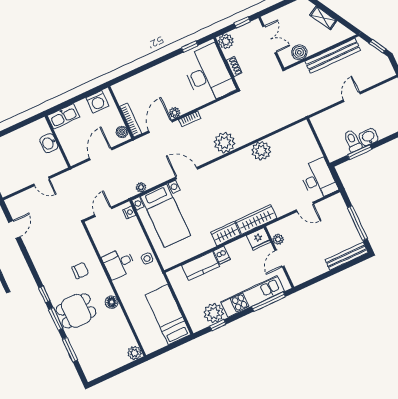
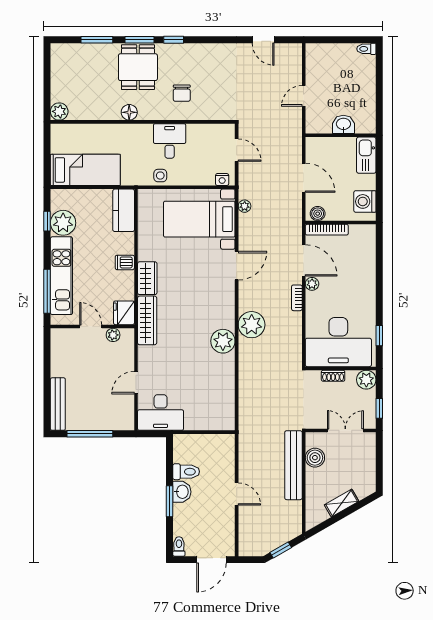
double door: (270, 39) -> (345, 430), swing flipped
bench: (333, 56) -> (293, 465), moved
plant: (261, 151) -> (223, 341), moved
window: (360, 152) -> (170, 501), moved
kitchen counter: (200, 266) -> (124, 210), moved

